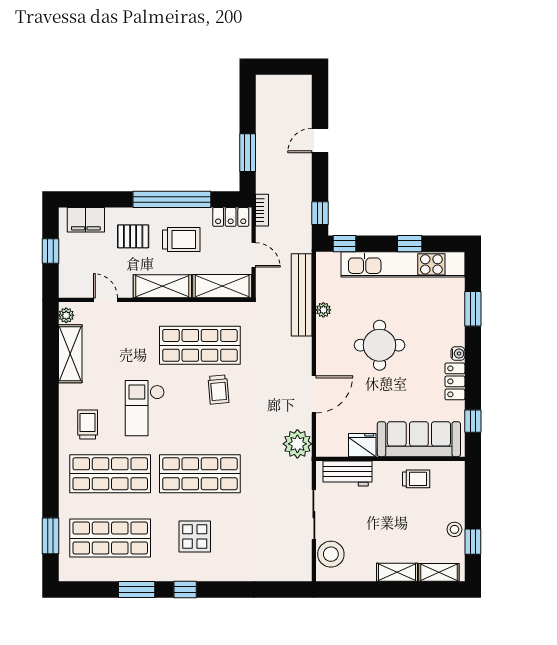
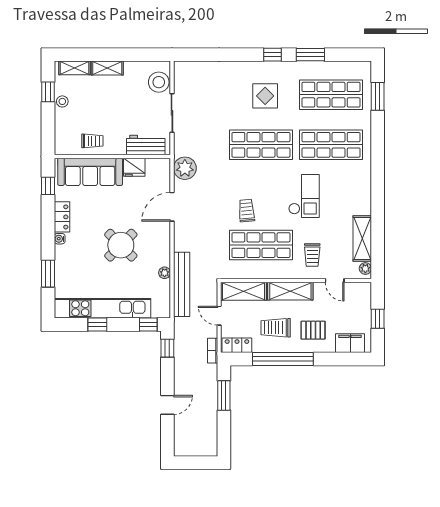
round table: (380, 345) -> (121, 245), turned 45
trolley: (88, 425) -> (312, 255), moved
trolley: (416, 479) -> (92, 141), turned 180

